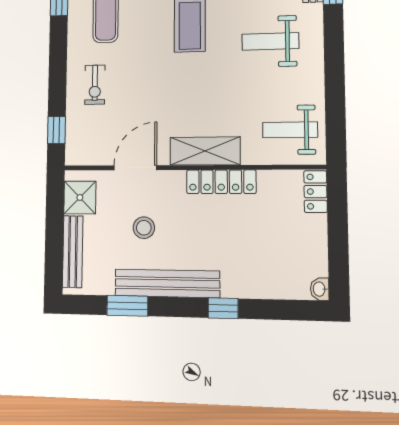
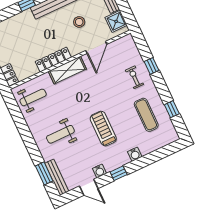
weight bench: (270, 41) -> (60, 134), turned 180
window: (56, 130) -> (152, 66), moved

